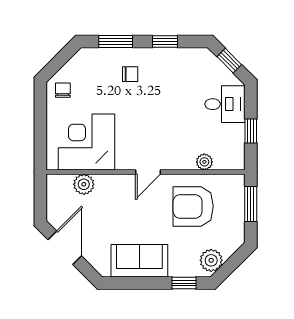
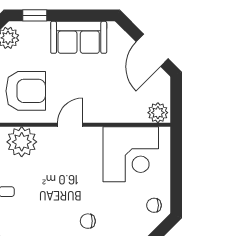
chair: (63, 90) -> (154, 205), turned 90
plant: (204, 162) -> (22, 142), width x1.88, depth x1.88
plant: (84, 184) -> (158, 113), moved

